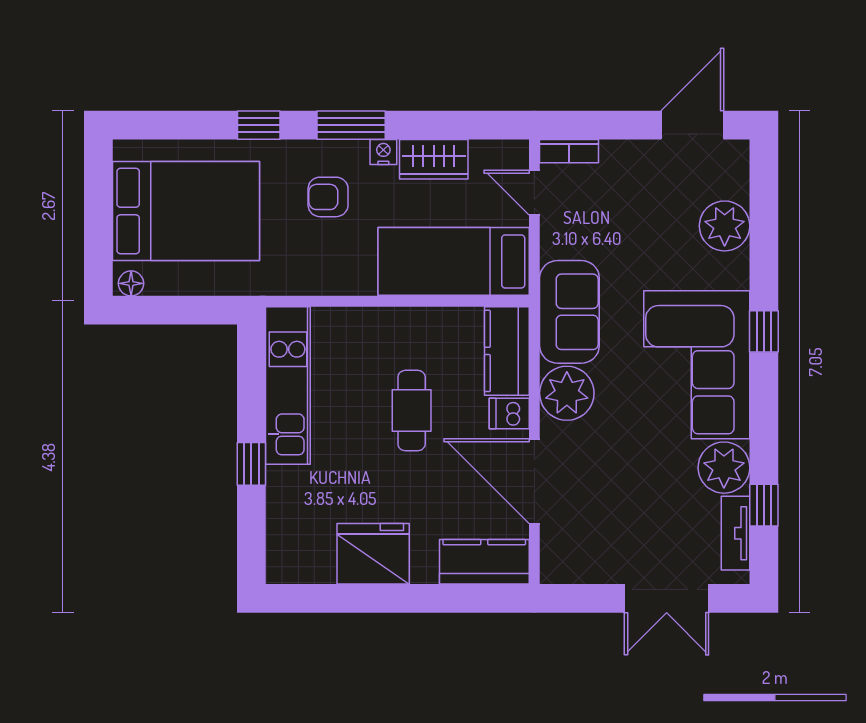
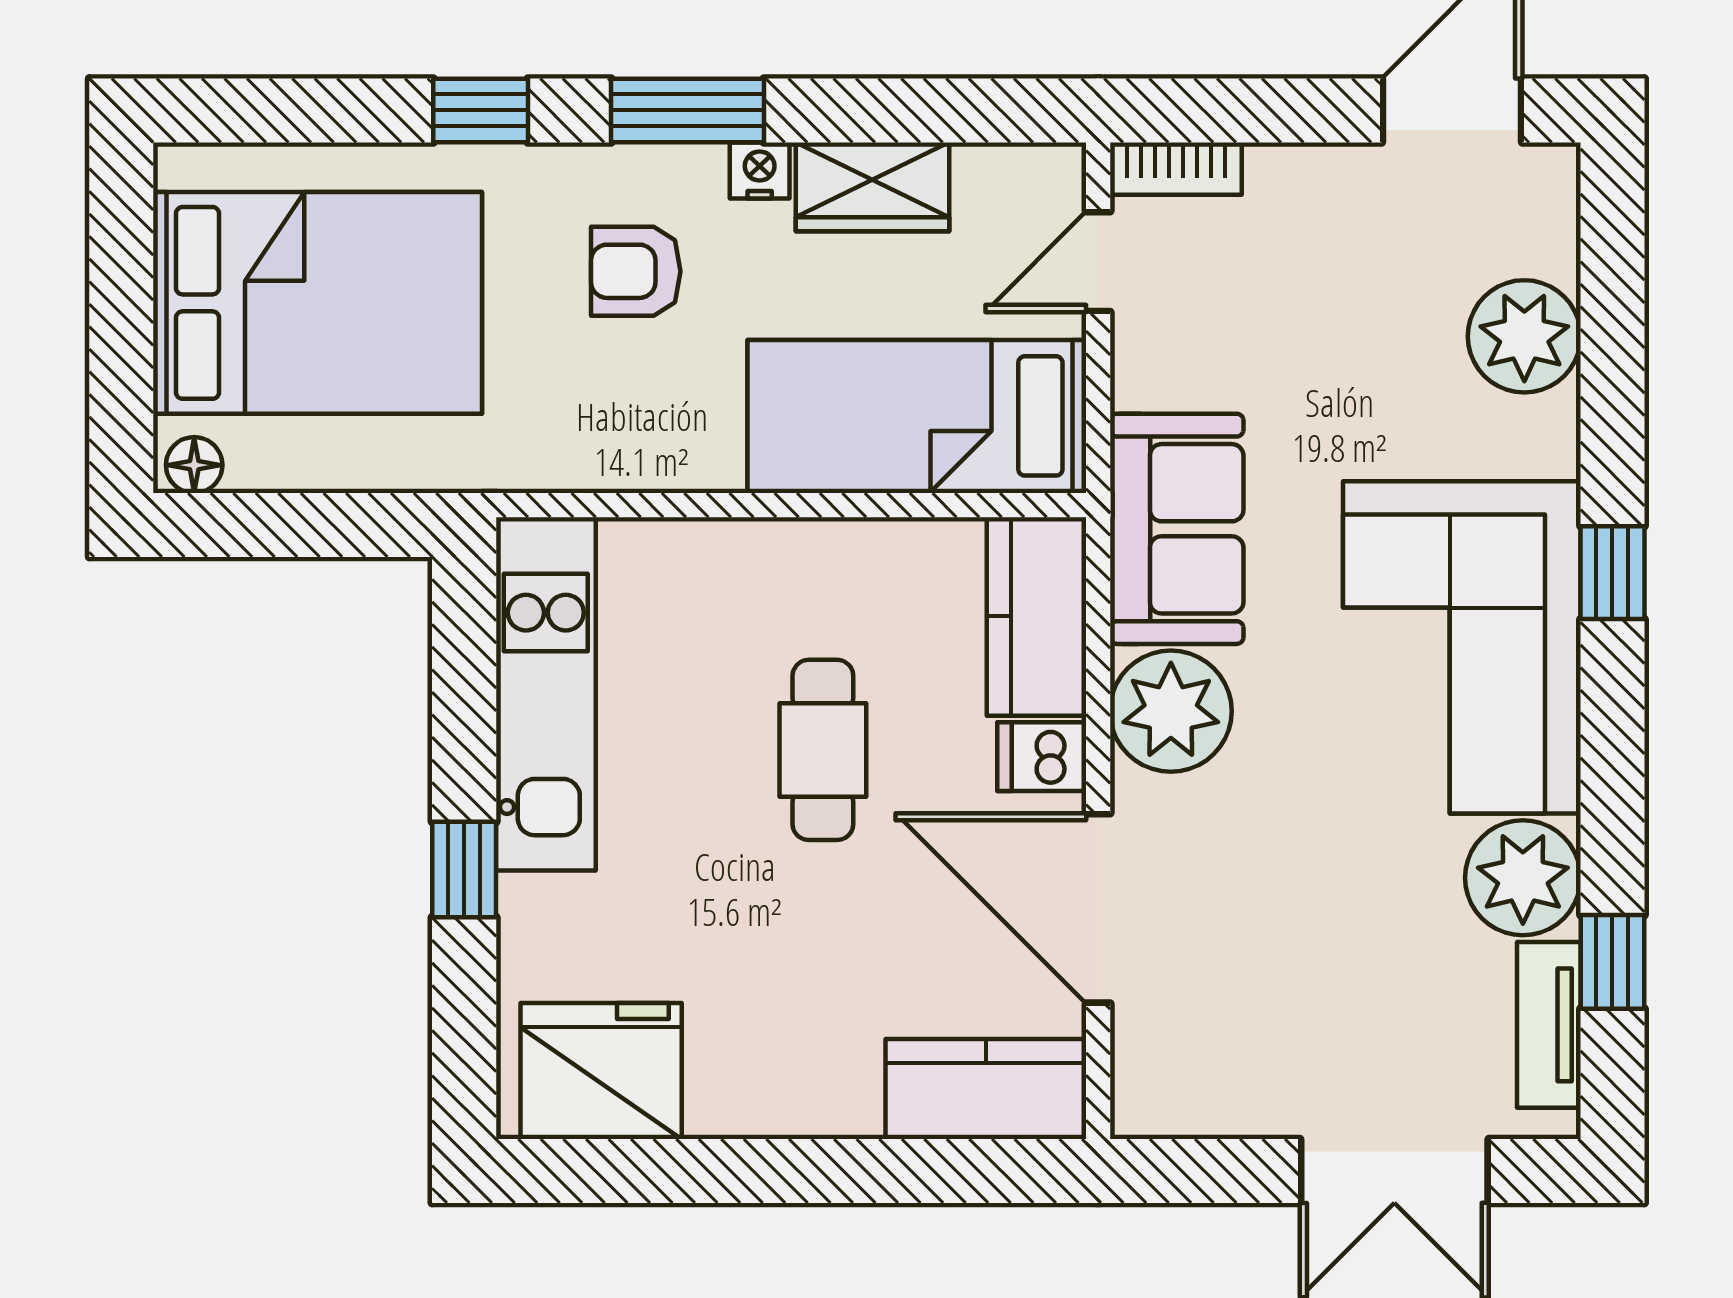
door: (534, 193) -> (1098, 262), hinge flipped
fridge: (373, 554) -> (601, 1071), moved

